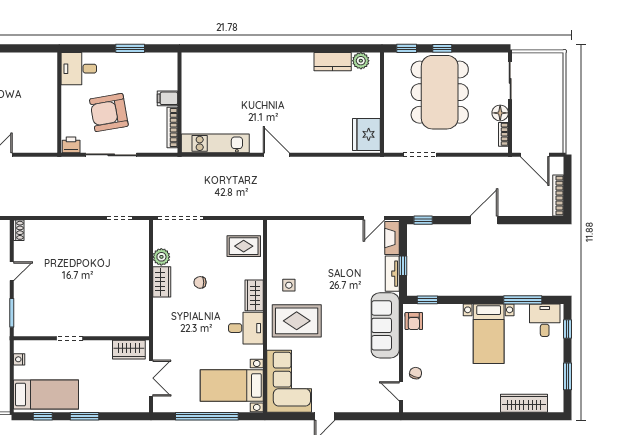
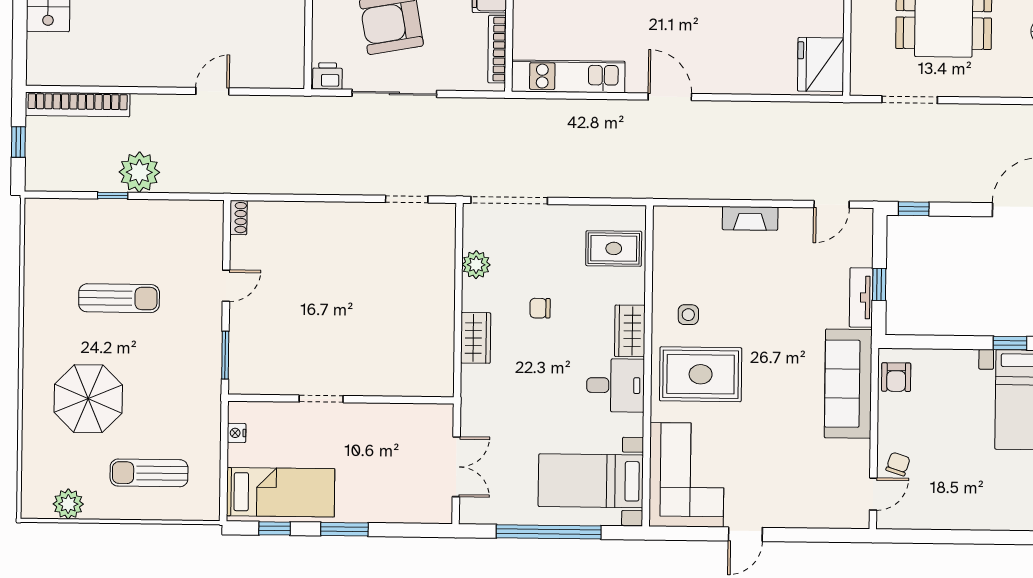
fireplace: (392, 238) -> (750, 218), moved, turned -90
wardrobe: (162, 282) -> (476, 338), moved
window: (427, 300) -> (1010, 343), moved
wardrobe: (129, 350) -> (420, 419), removed
door: (401, 391) -> (873, 494), swing flipped

